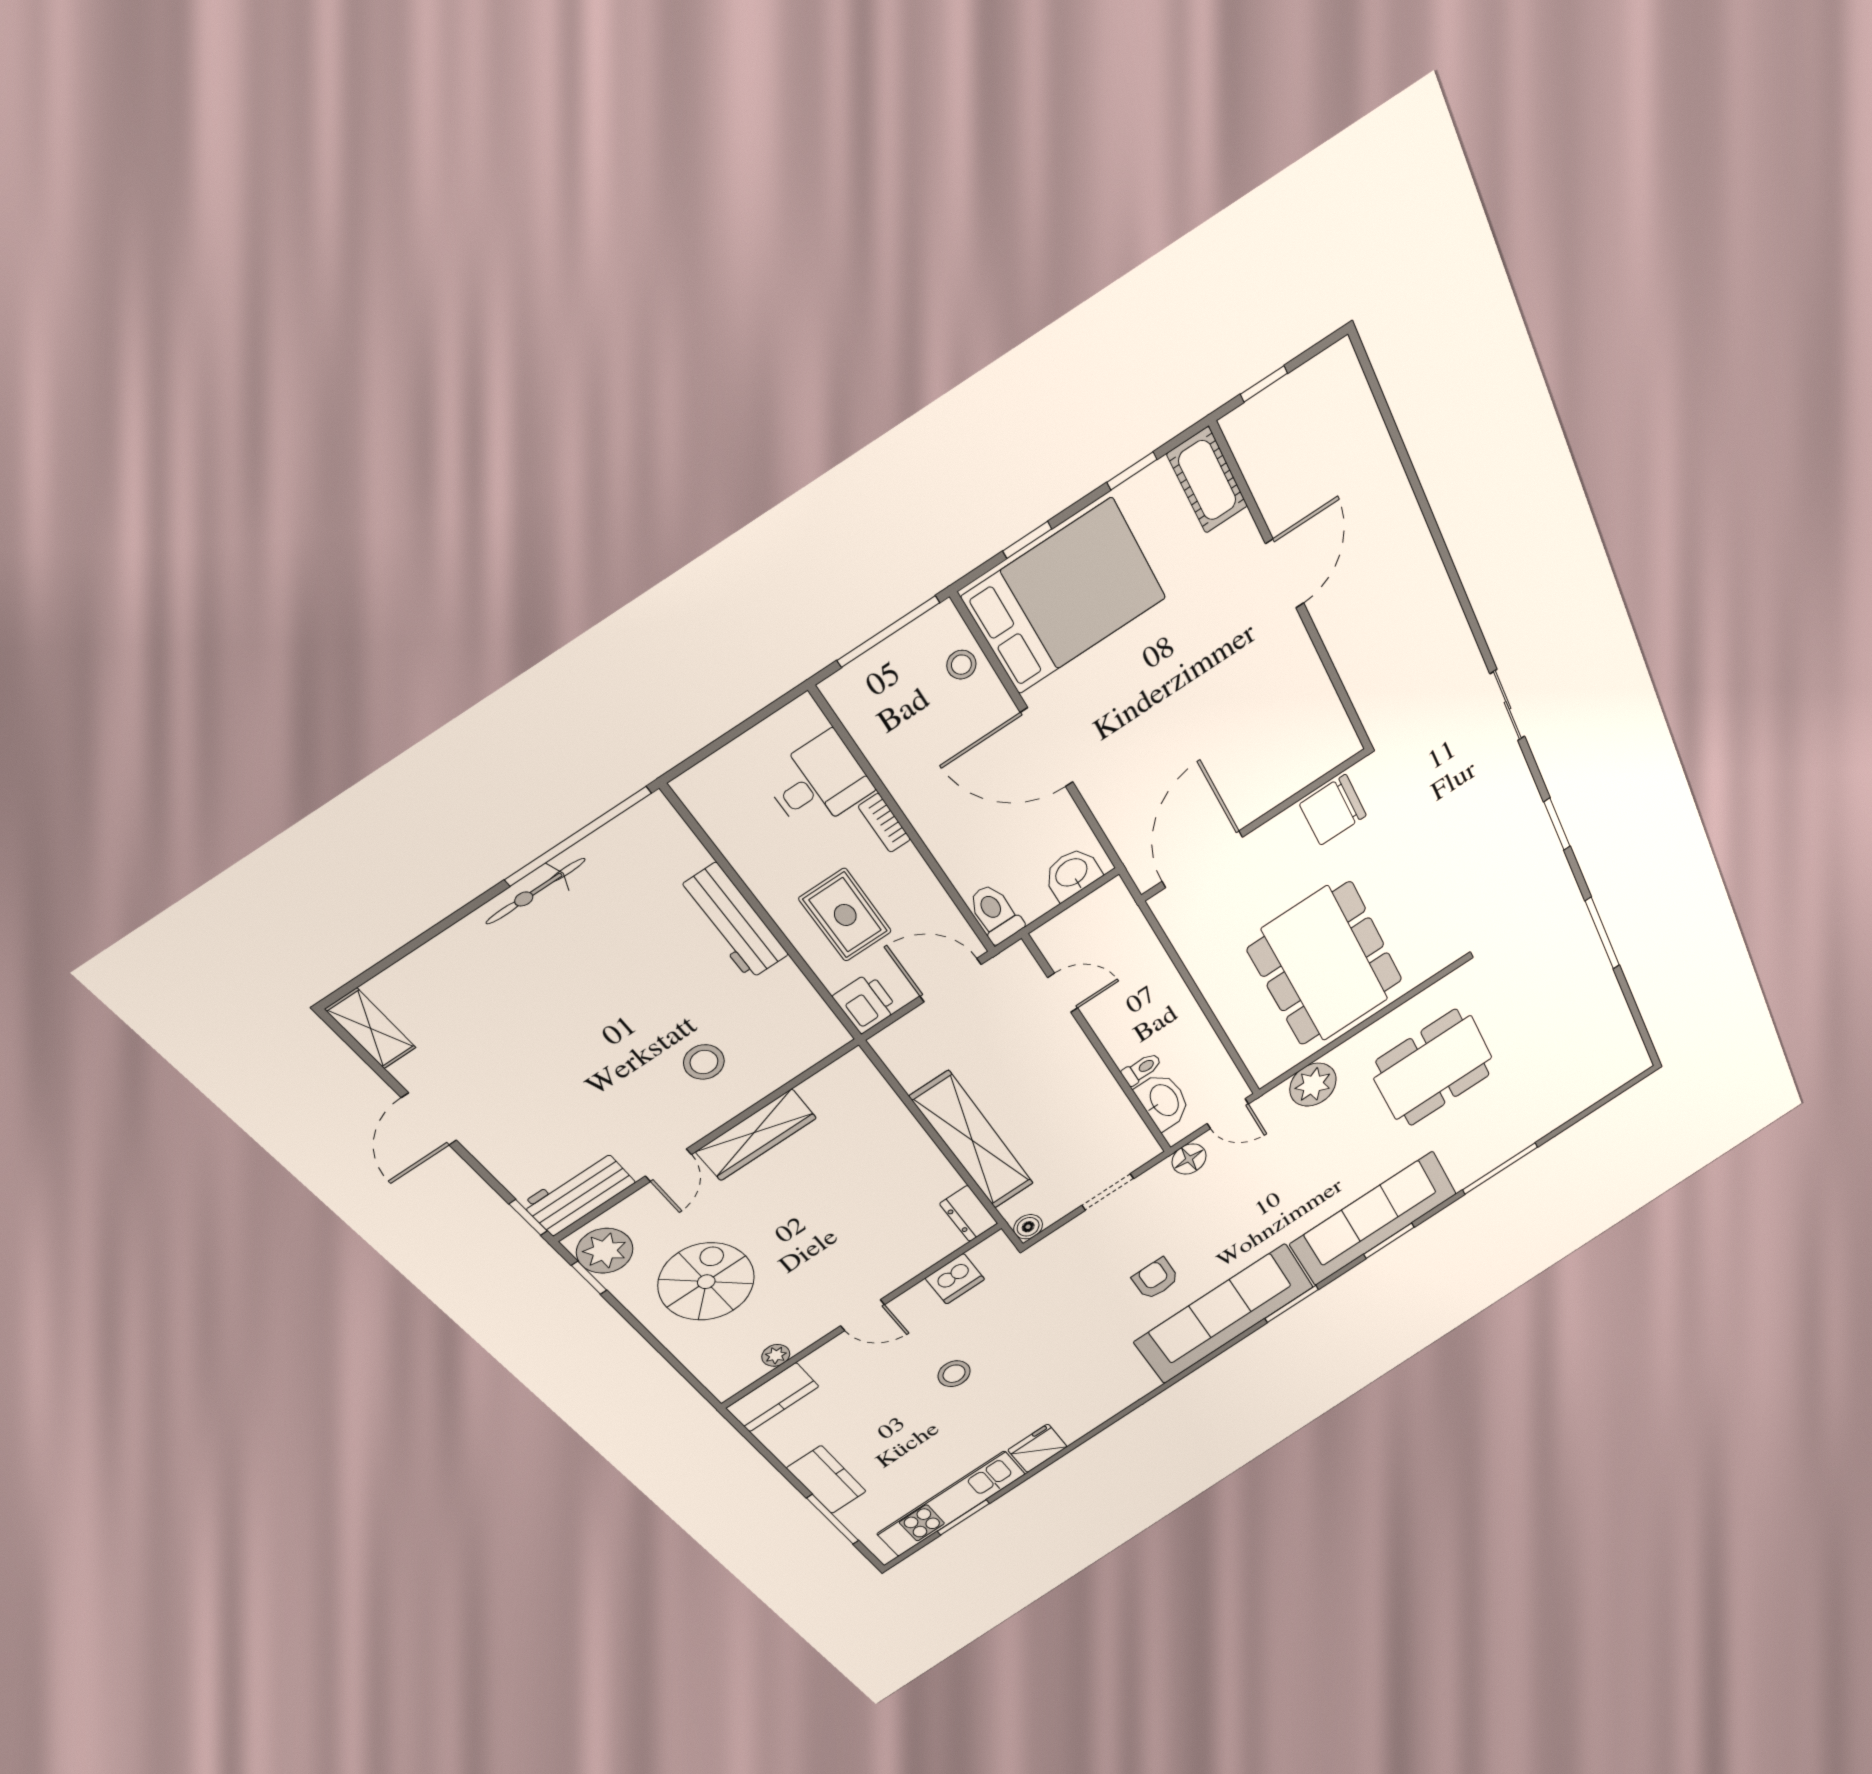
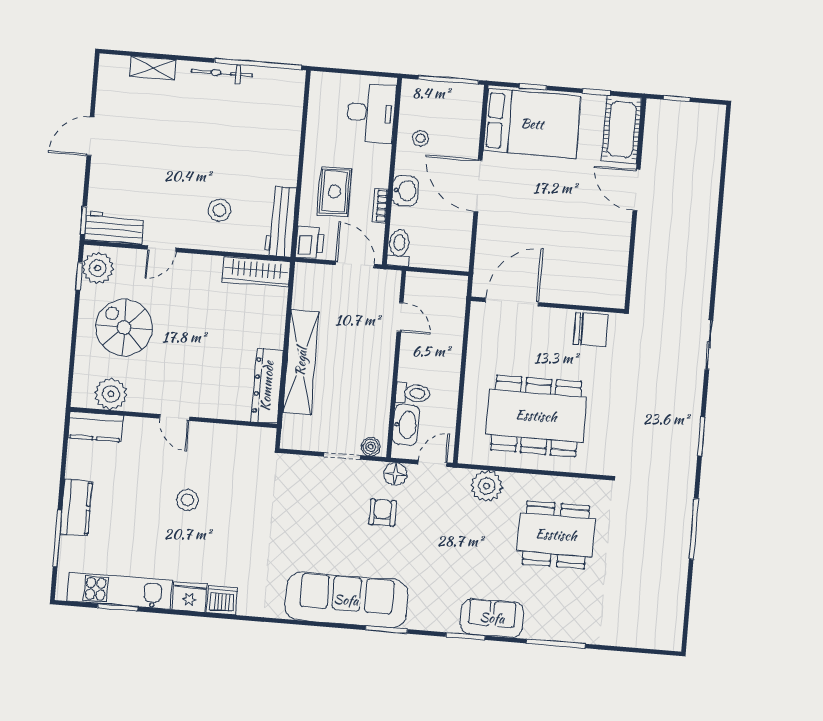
cot: (1207, 480) -> (622, 129), width x1.37, depth x1.34
door: (1285, 574) -> (637, 190), swing flipped
stool: (961, 665) -> (420, 138), moved
desk: (818, 783) -> (371, 113), width x1.37
chair: (1333, 810) -> (591, 329), turned 180
bookcase: (884, 823) -> (380, 206), moved
washbasin: (1072, 873) -> (405, 191), moved, turned 90
workbench: (733, 922) -> (281, 221), moved
dining table: (1326, 965) -> (536, 416), turned 90
shelving: (371, 1029) -> (153, 68), moved, turned 90
toilet: (1142, 1069) -> (413, 393), width x1.37, depth x1.39
door: (1228, 1114) -> (432, 463), swing flipped
wardrobe: (756, 1135) -> (256, 272), moved
dresser: (969, 1214) -> (267, 386), width x1.96, depth x1.24
sofa: (1373, 1219) -> (492, 618), width x0.54, depth x0.79
boiler: (1028, 1227) -> (371, 447), moved
dishwasher: (955, 1279) -> (222, 600), moved, turned 180
armchair: (1155, 1279) -> (382, 513), moved
spiral stairs: (706, 1282) -> (124, 327), turned -90
plant: (776, 1355) -> (111, 394), width x1.88, depth x1.88

